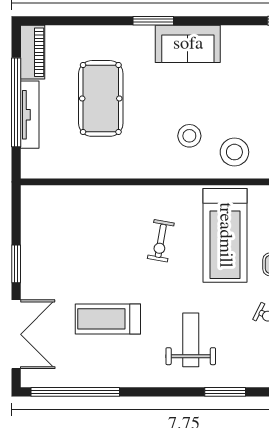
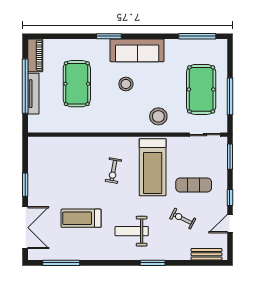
sofa: (188, 44) -> (137, 50), width x1.36
stool: (189, 136) -> (126, 84), moved
weight bench: (191, 340) -> (132, 231), turned -90
window: (75, 392) -> (61, 263), width x0.68

